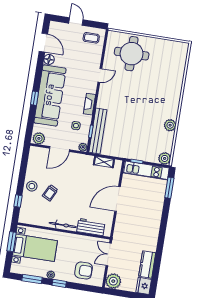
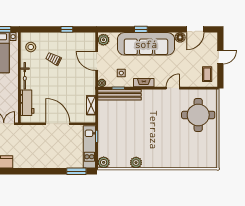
door: (100, 75) -> (173, 88), swing flipped
stool: (32, 186) -> (31, 47), moved
window: (18, 201) -> (67, 29), moved

